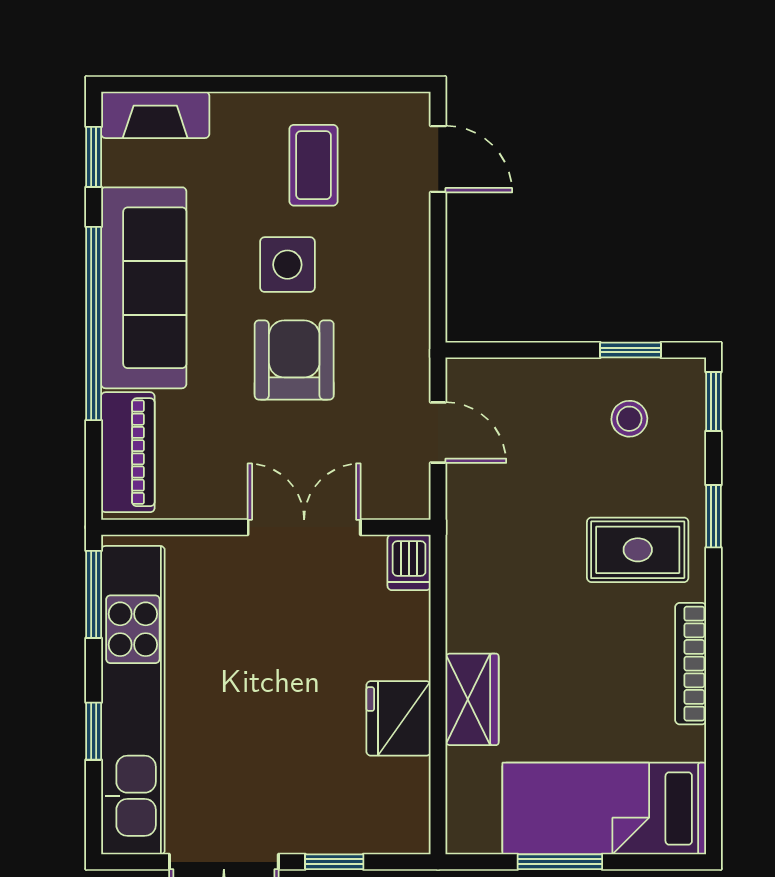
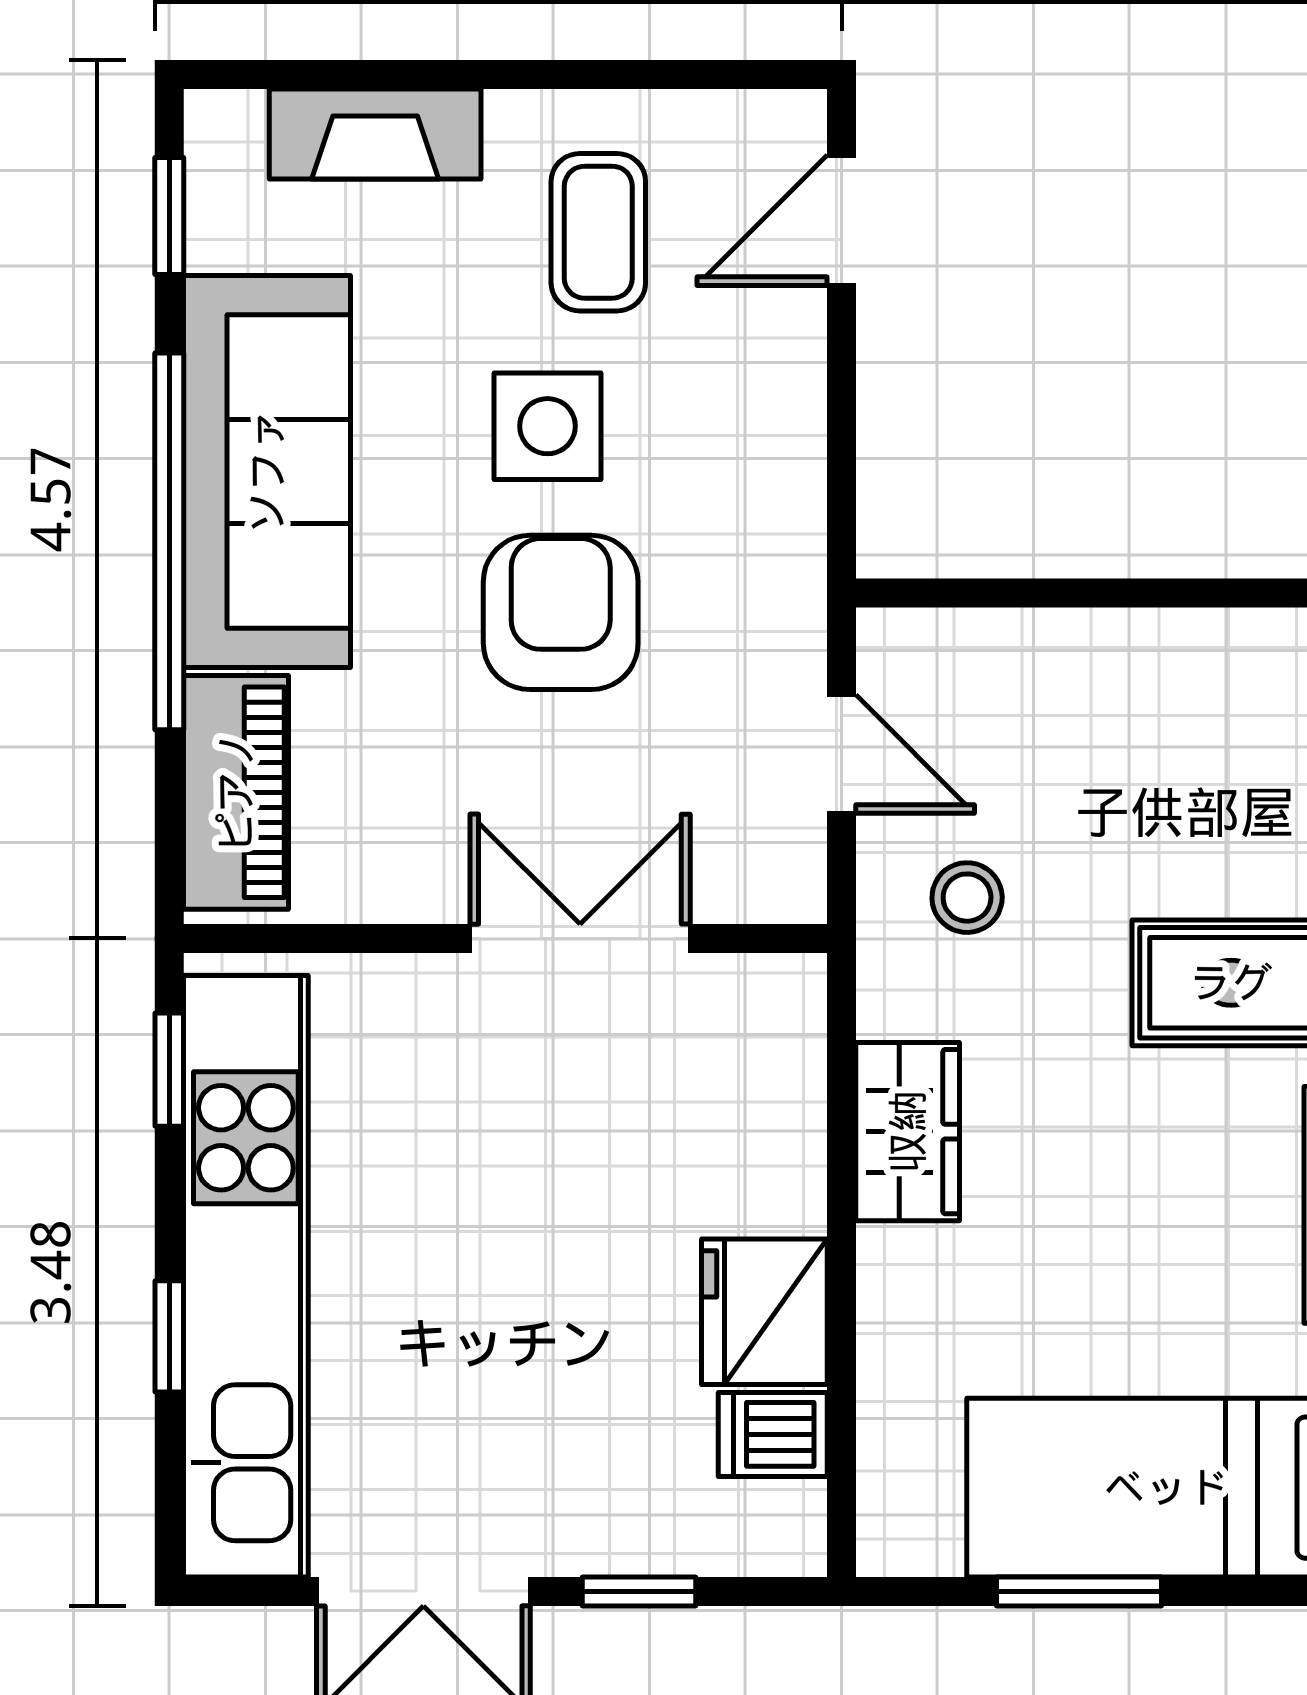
fireplace: (155, 115) -> (375, 134), moved
door: (438, 159) -> (841, 220), swing flipped
window: (630, 350) -> (1217, 593), removed
stool: (629, 419) -> (967, 898), moved
dishwasher: (409, 562) -> (773, 1434), moved, turned 90
window: (94, 594) -> (169, 1070), width x0.67
wardrobe: (472, 699) -> (908, 1132), moved

